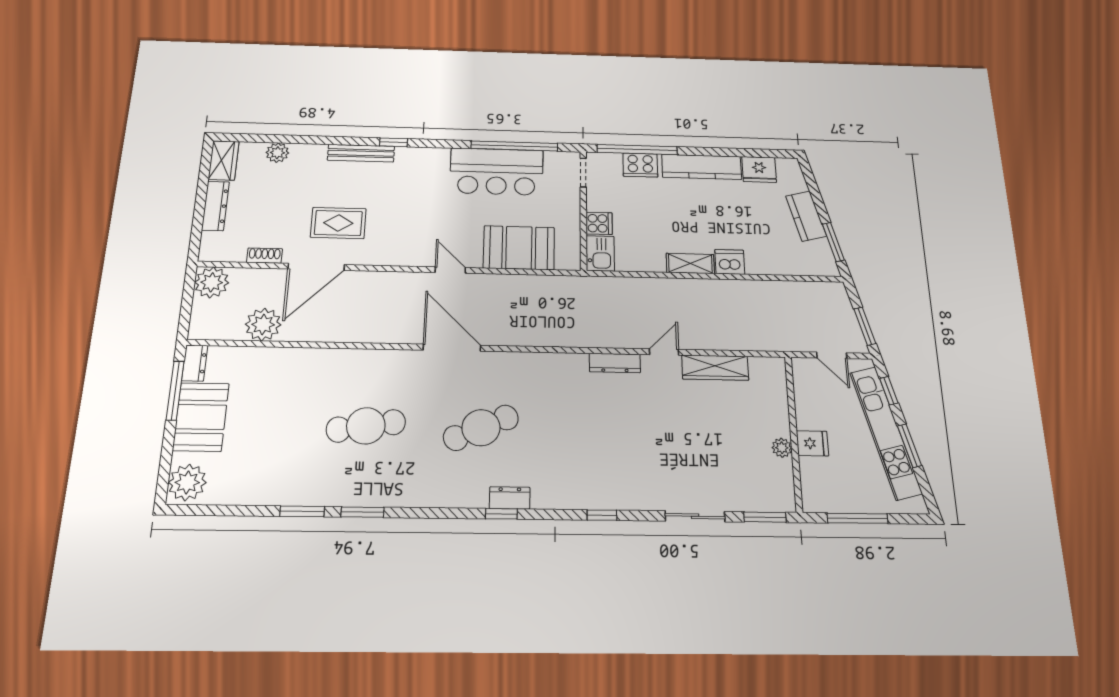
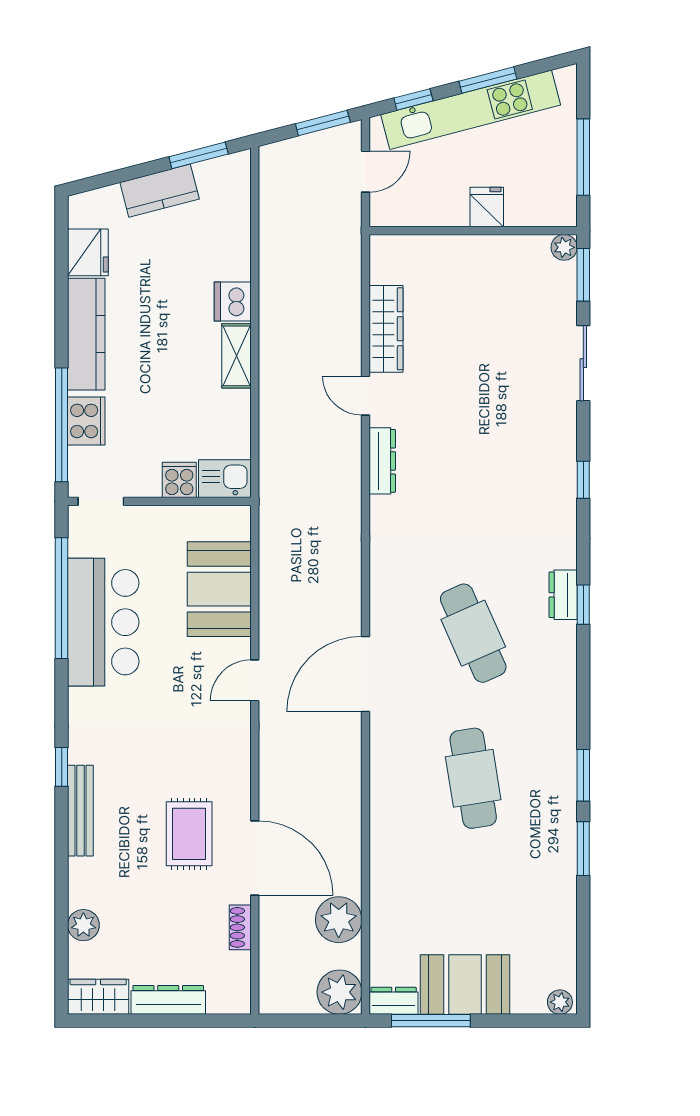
plant: (212, 282) -> (339, 992), moved
plant: (782, 448) -> (564, 247), moved
plant: (187, 482) -> (560, 1002), width x0.53, depth x0.53

